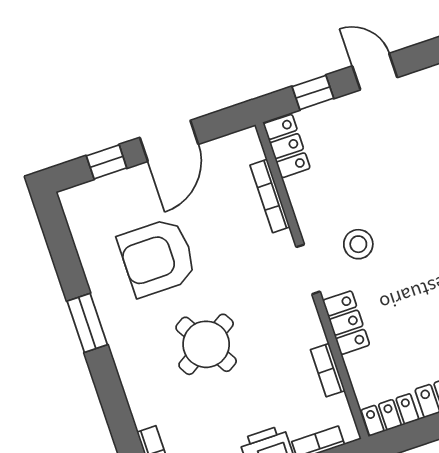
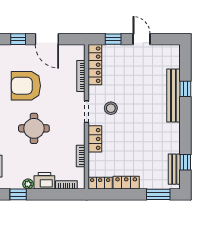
door: (169, 141) -> (47, 39), hinge flipped
locker: (287, 146) -> (95, 65), width x1.53
round table: (206, 344) -> (34, 128), turned 31

